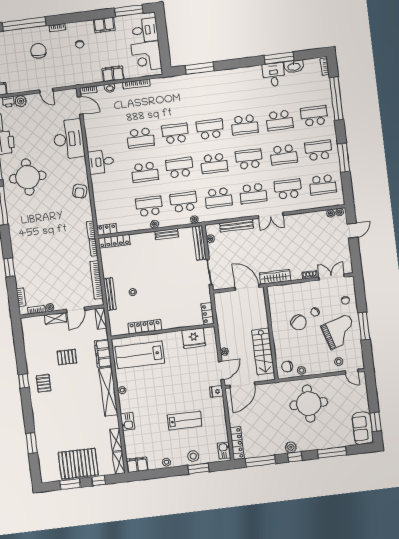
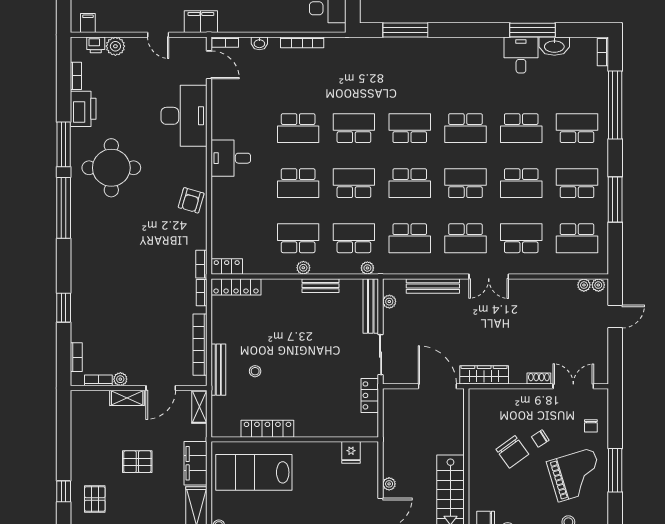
filing cabinet: (113, 74) -> (201, 22), moved
locker: (208, 314) -> (370, 395), moved
fridge: (194, 338) -> (351, 452), width x0.53, depth x0.75

